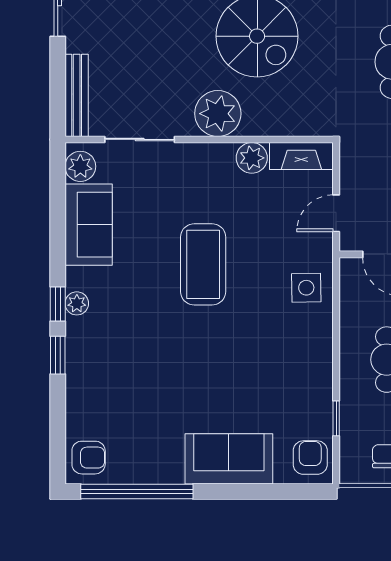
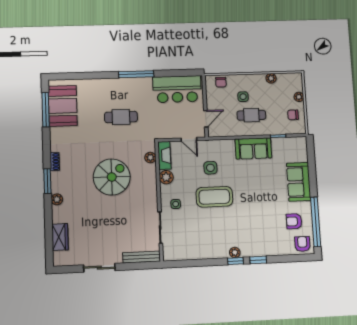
plant: (218, 114) -> (150, 158), moved, width x0.53, depth x0.53
plant: (80, 166) -> (174, 254), removed
side table: (191, 176) -> (176, 204), added
sofa: (89, 225) -> (253, 148), moved, turned 180
side table: (306, 288) -> (210, 168), moved
armchair: (310, 458) -> (294, 221), moved

